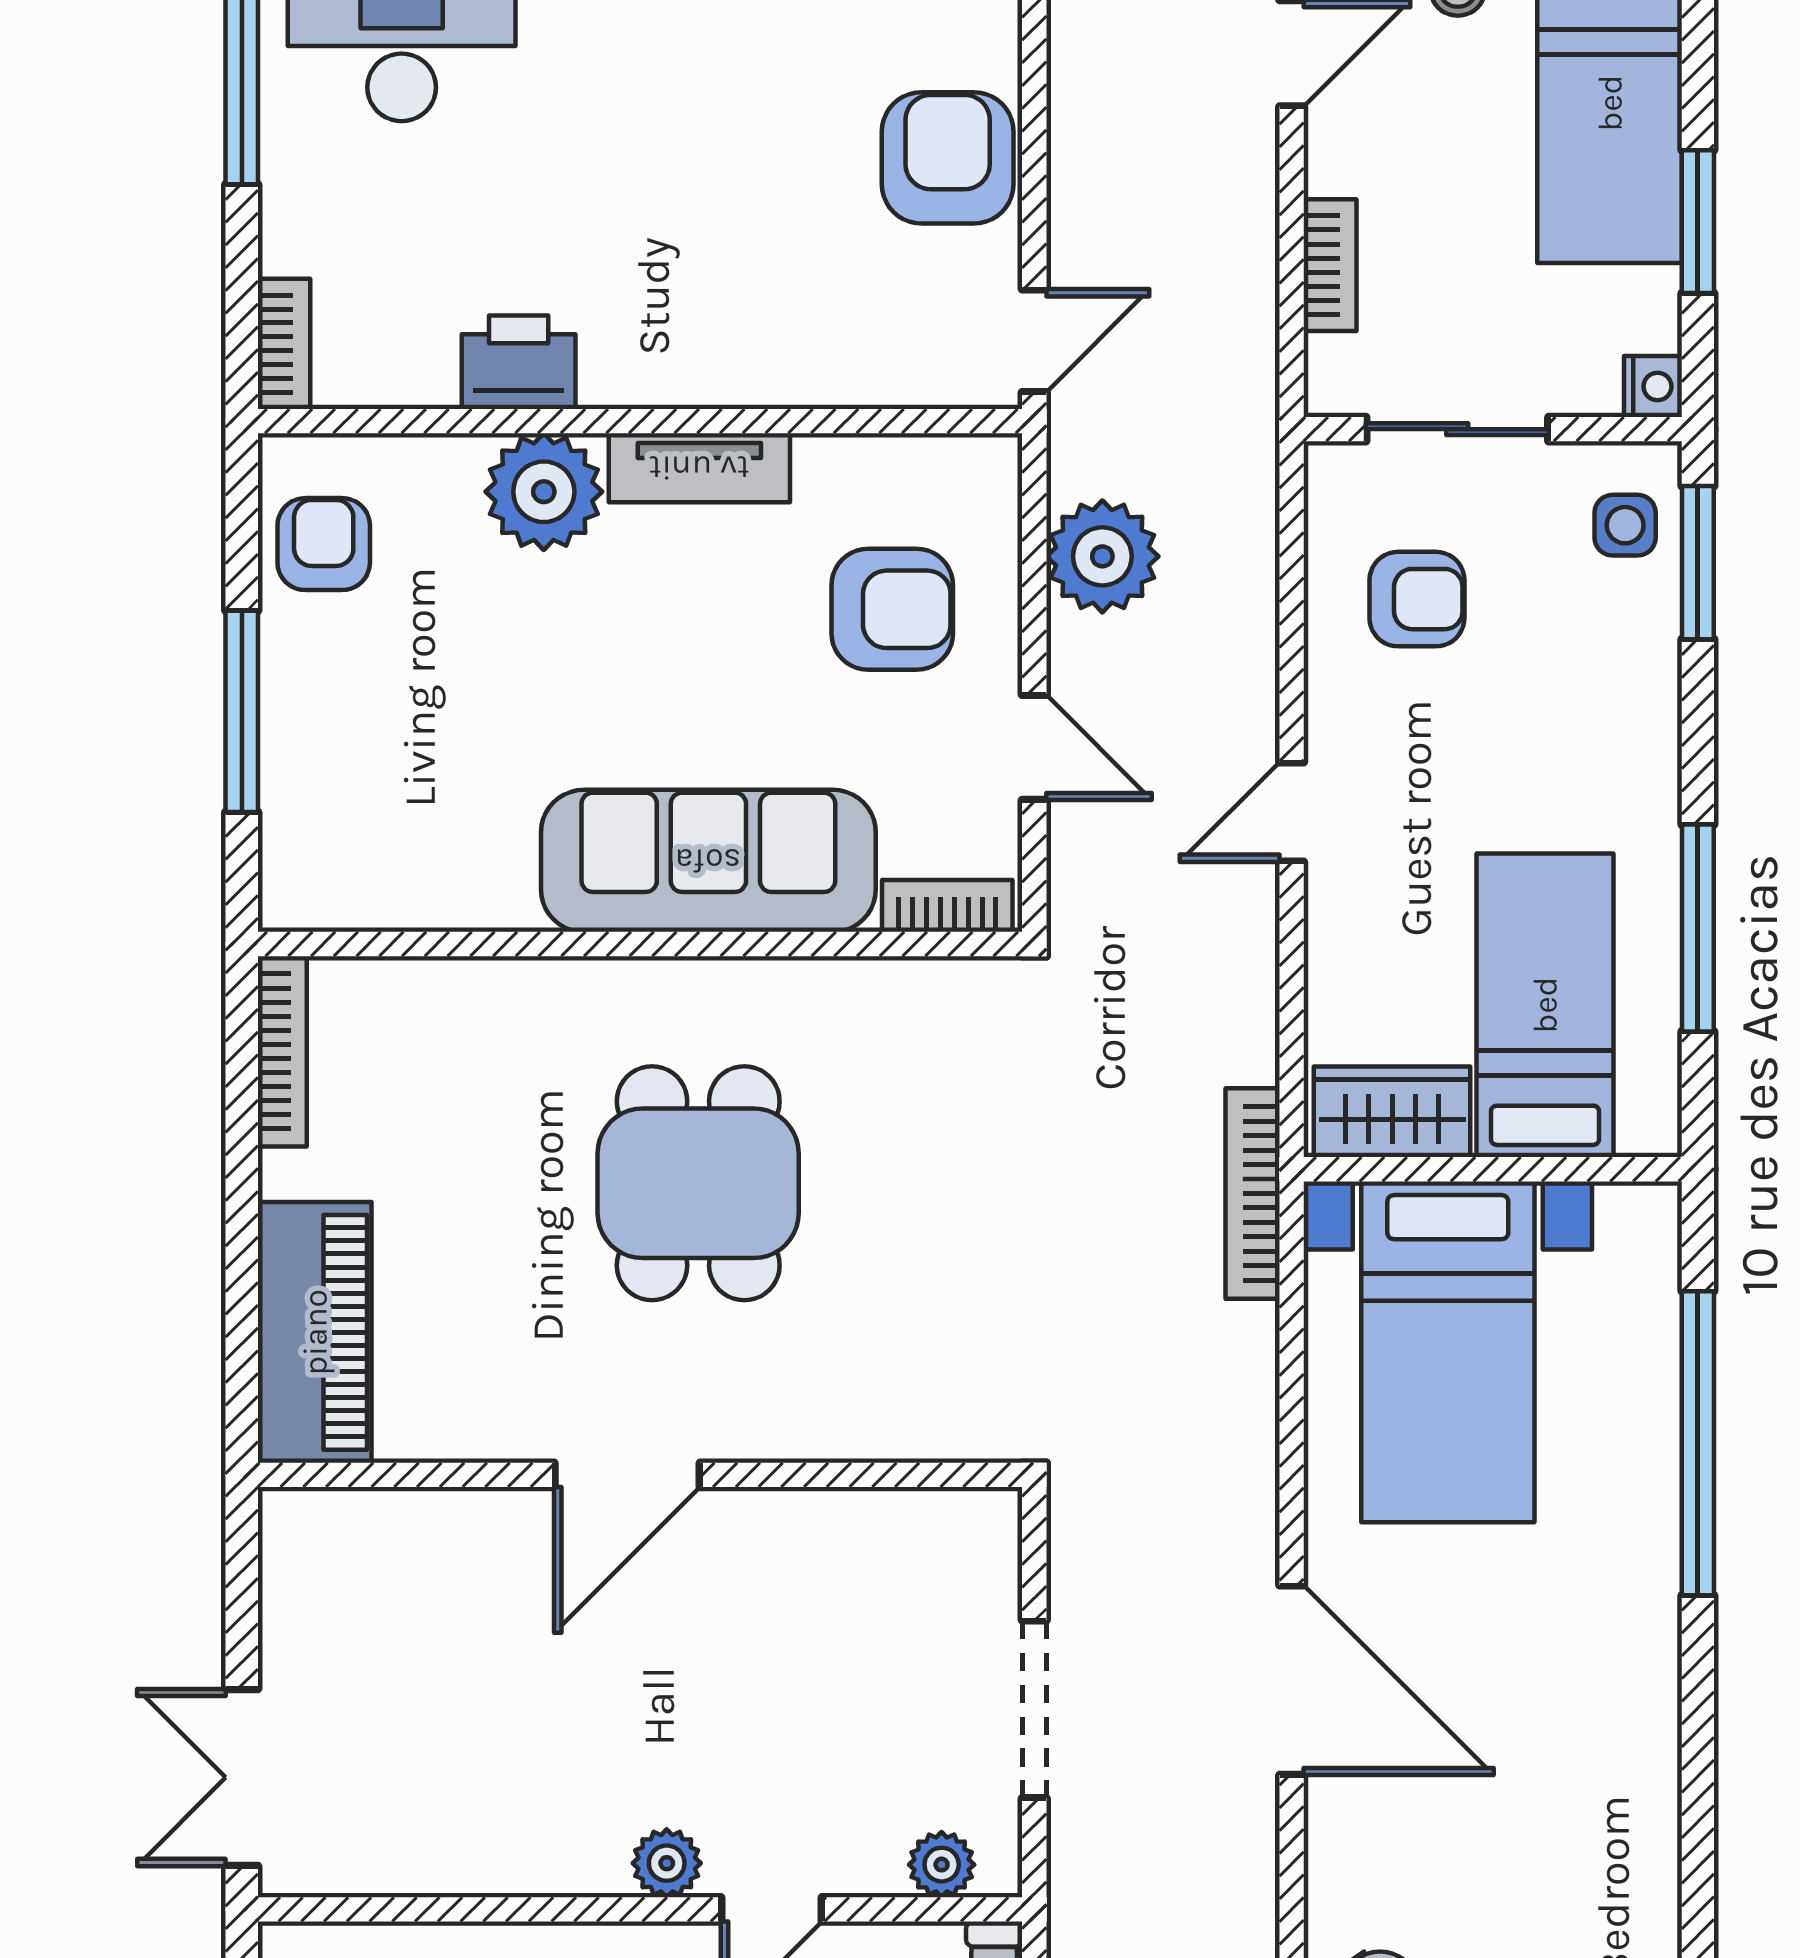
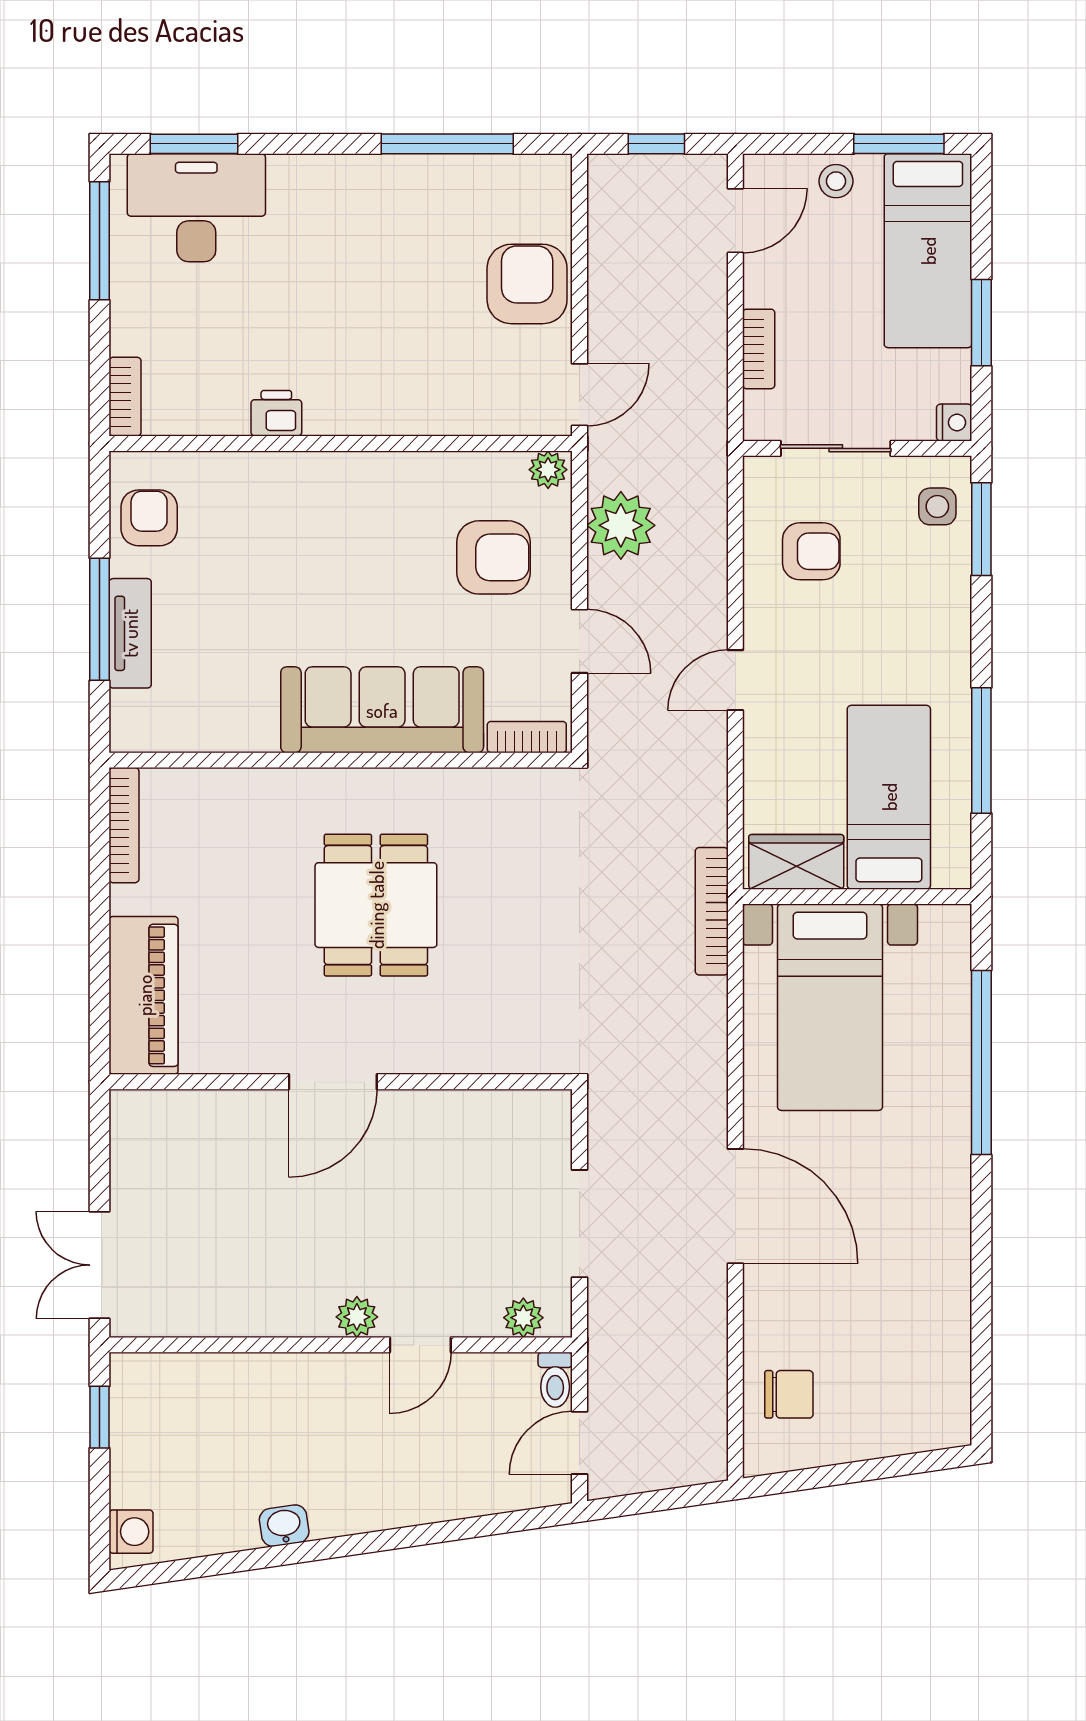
printer: (519, 362) -> (276, 413), width x0.73, depth x0.81
tv unit: (699, 468) -> (130, 633), moved, turned -90
plant: (544, 492) -> (548, 470), moved, width x0.53, depth x0.53

